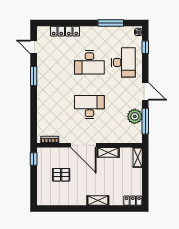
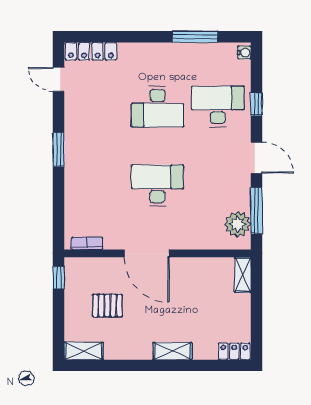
locker: (65, 31) -> (91, 51), moved
window: (145, 47) -> (256, 104), moved
desk: (123, 62) -> (218, 107), turned -90
window: (34, 76) -> (59, 150), moved
plant: (135, 116) -> (238, 224), moved
shelving: (108, 152) -> (84, 351), moved

